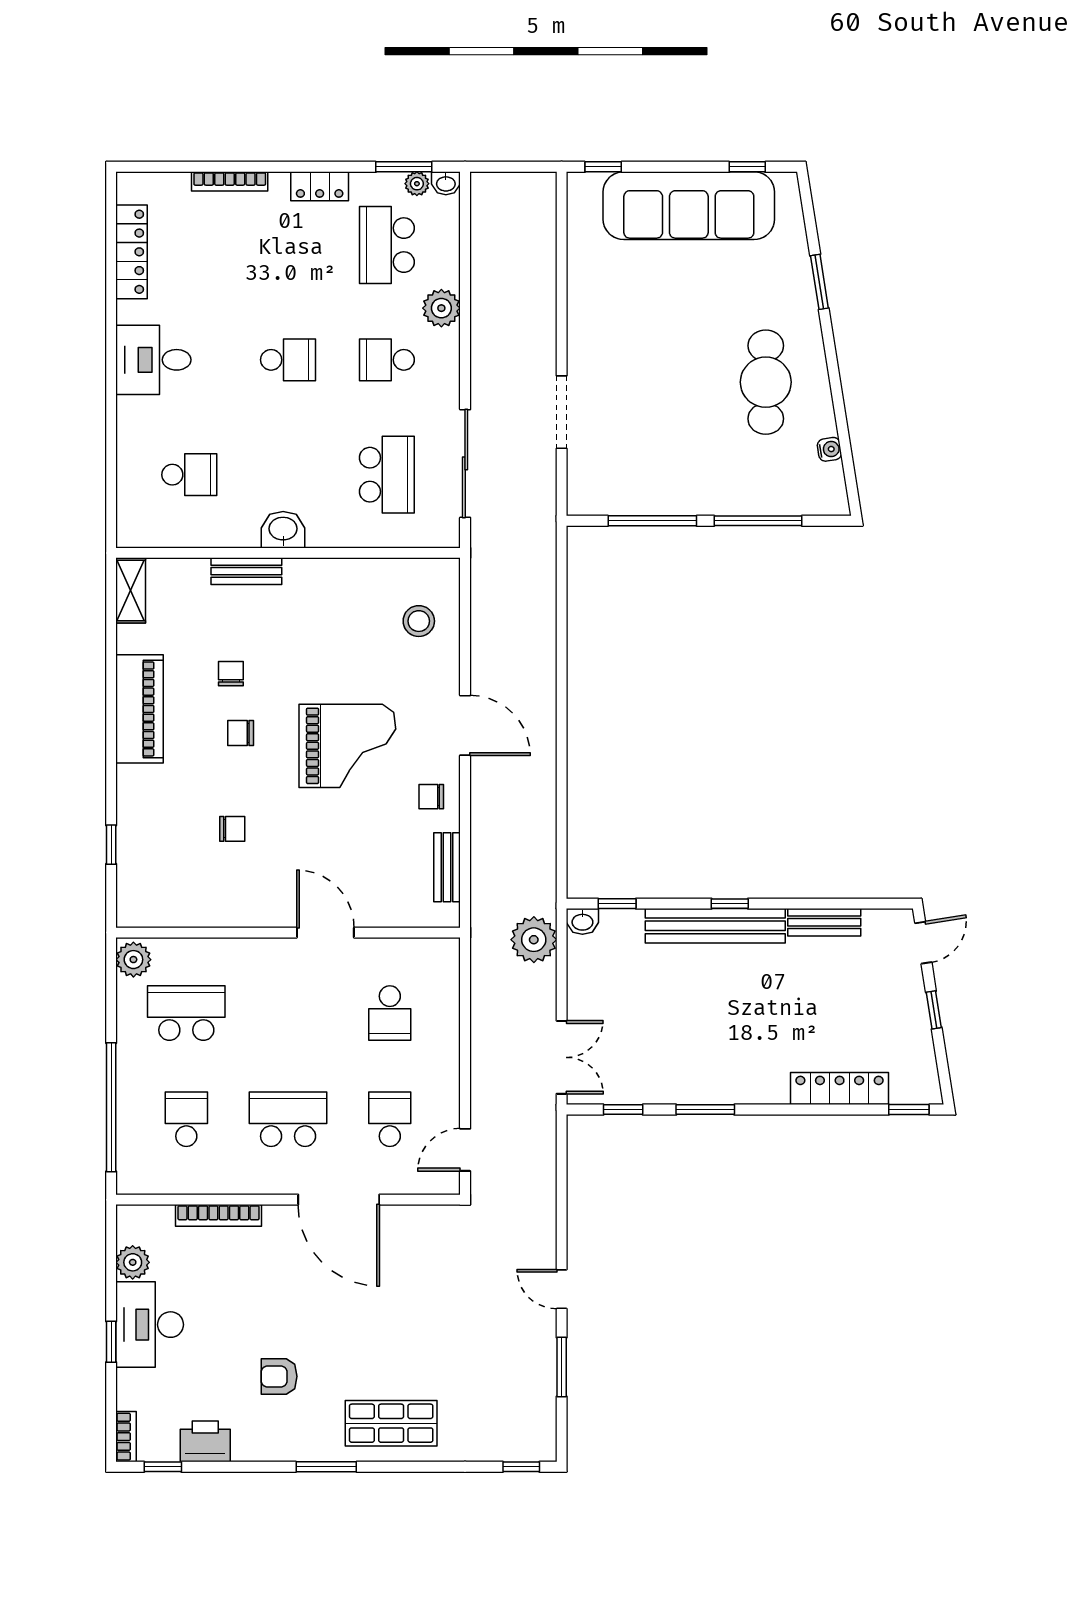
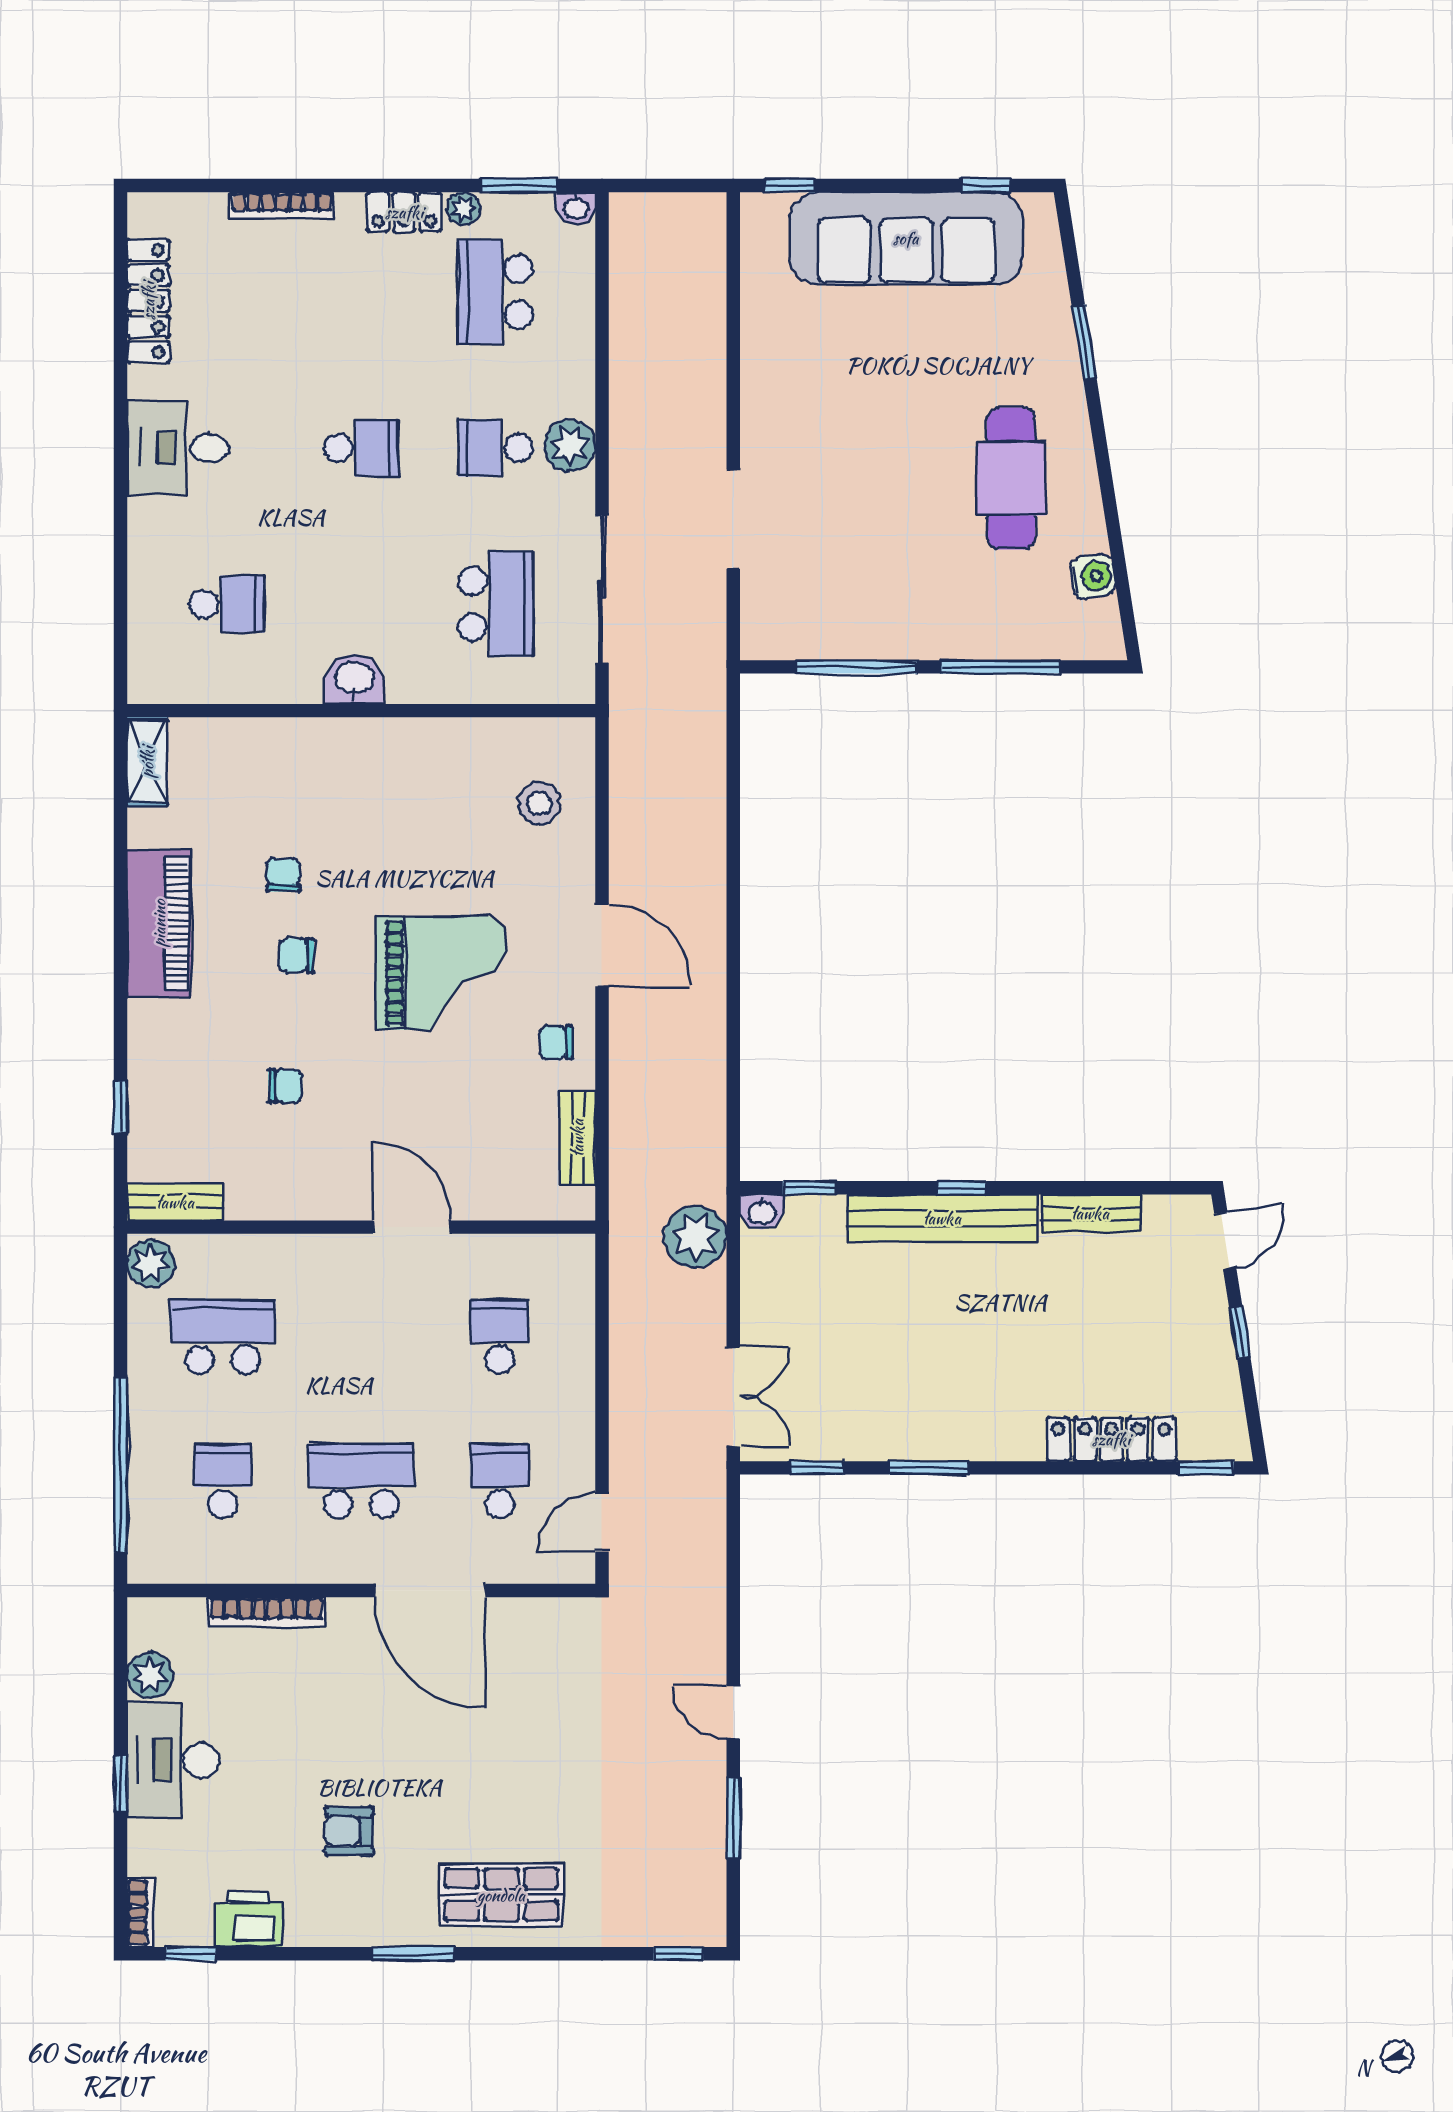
plant: (417, 184) -> (463, 208), moved
plant: (441, 308) -> (570, 446), moved
water cooler: (829, 449) -> (1093, 576), width x1.38, depth x1.38
bench: (246, 571) -> (175, 1202), moved
school desk: (390, 1013) -> (500, 1337), turned 180

